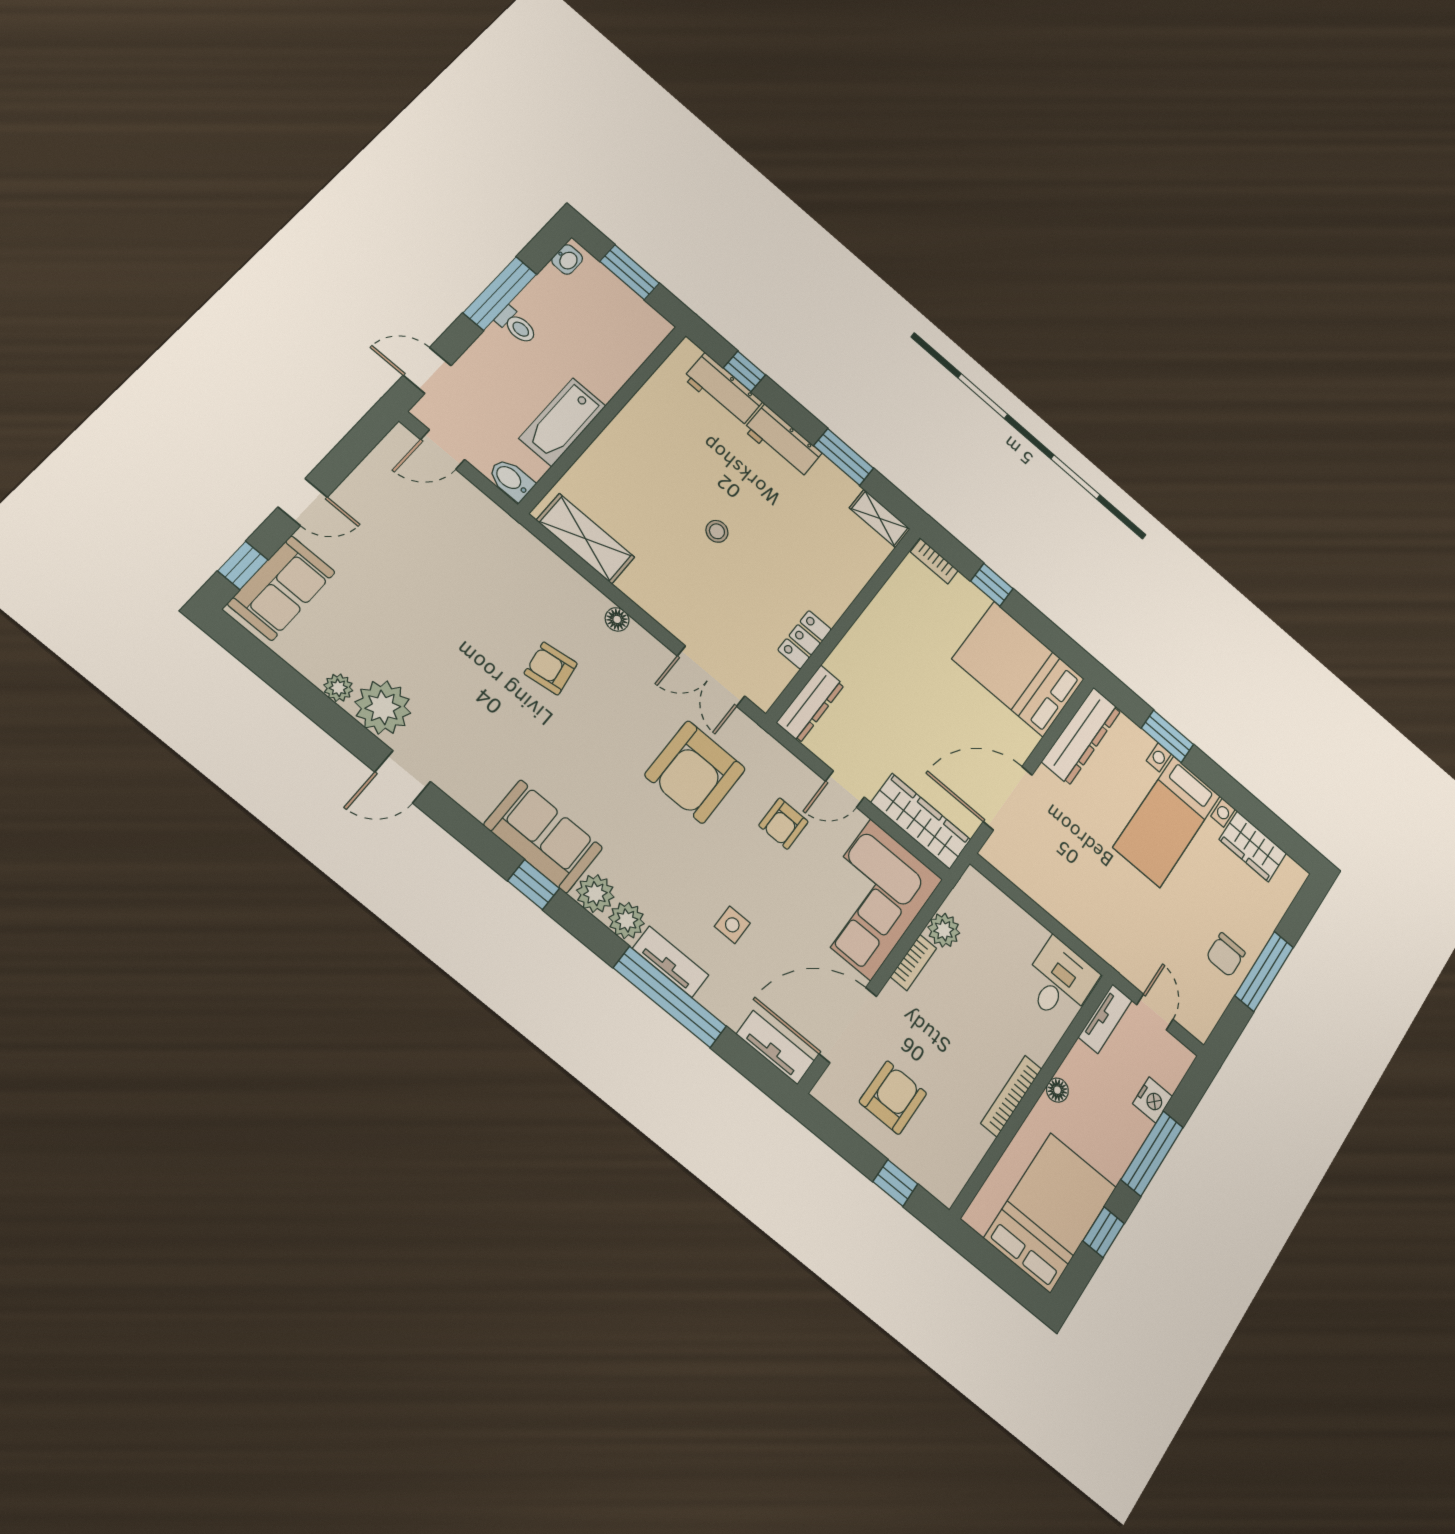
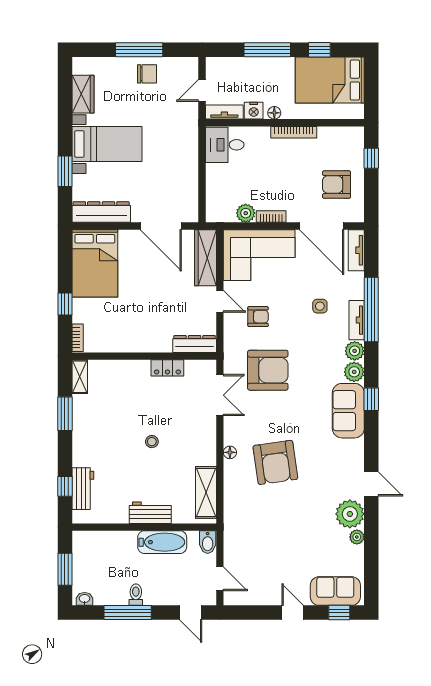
workbench: (783, 441) -> (150, 513), moved, turned -90
armchair: (551, 668) -> (275, 462), width x1.88, depth x1.88
nightstand: (1152, 1100) -> (254, 111), moved, turned 180

